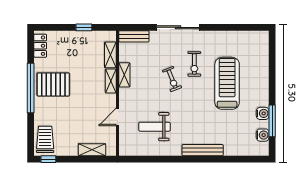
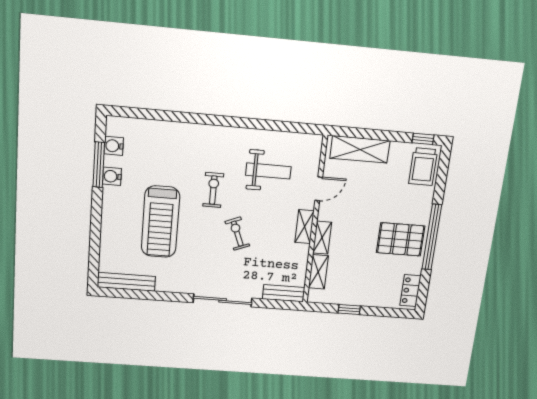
exercise bike: (194, 64) -> (213, 190), moved
shelving: (124, 75) -> (305, 227), moved
shelving: (92, 150) -> (360, 149), width x1.50, depth x1.33
bench: (203, 150) -> (126, 282), moved

